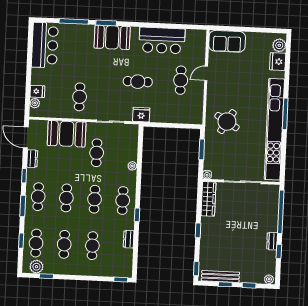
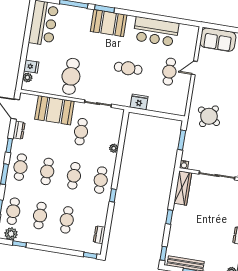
cafe table: (80, 97) -> (71, 76), width x1.37, depth x1.35
fridge: (141, 115) -> (139, 102), moved
dresser: (129, 239) -> (99, 235), moved

